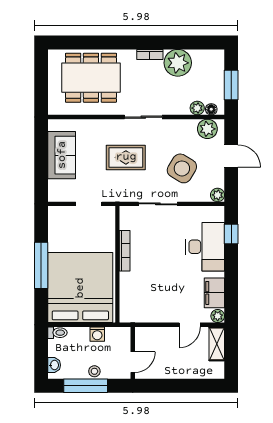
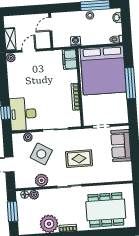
plant: (207, 129) -> (42, 180), moved
sofa: (62, 155) -> (121, 146), moved
plant: (217, 195) -> (28, 137), moved
desk: (205, 247) -> (23, 114), moved
filing cabinet: (214, 293) -> (70, 59), moved, turned 180
washing machine: (97, 334) -> (76, 41), moved
wall: (133, 353) -> (51, 30), moved
door: (133, 362) -> (50, 24), moved

